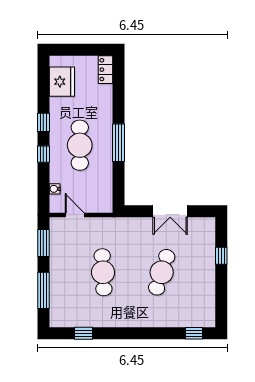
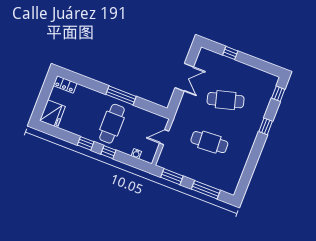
fridge: (62, 82) -> (52, 114), moved, turned 90
cafe table: (80, 145) -> (112, 124), turned 90
door: (75, 215) -> (164, 137), moved
cafe table: (162, 272) -> (226, 100), turned -33
window: (84, 333) -> (266, 126), moved

